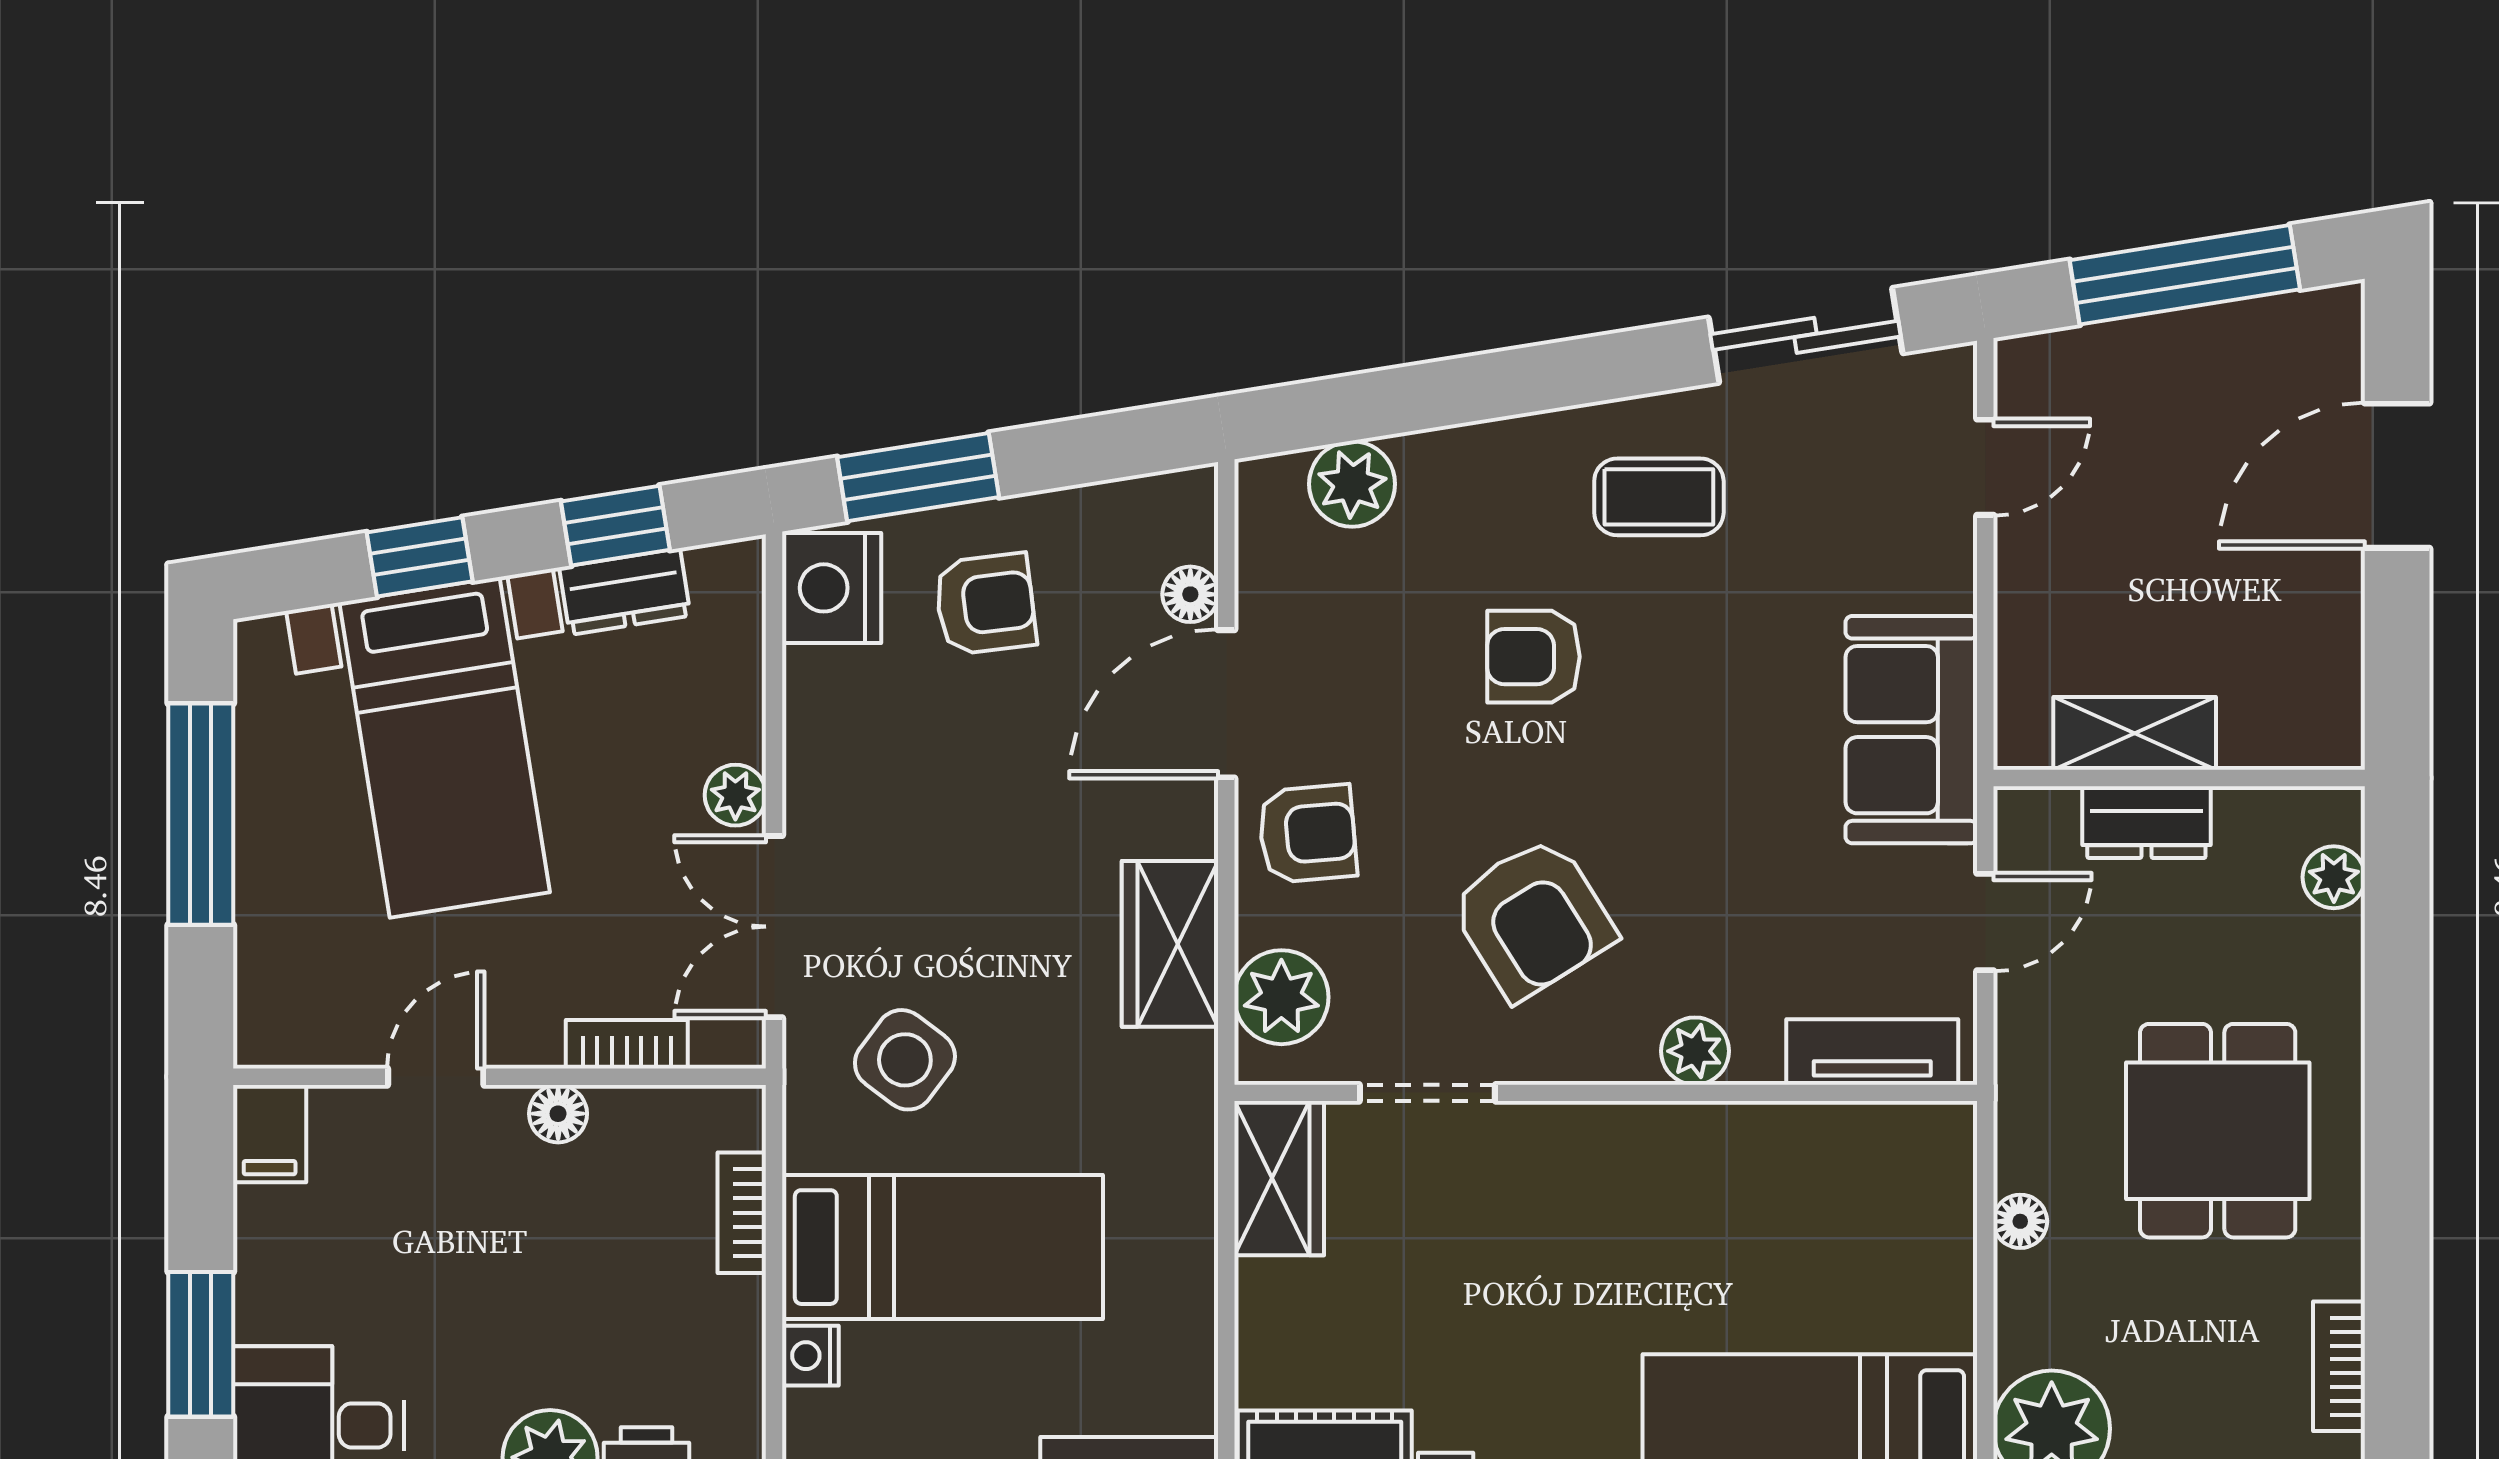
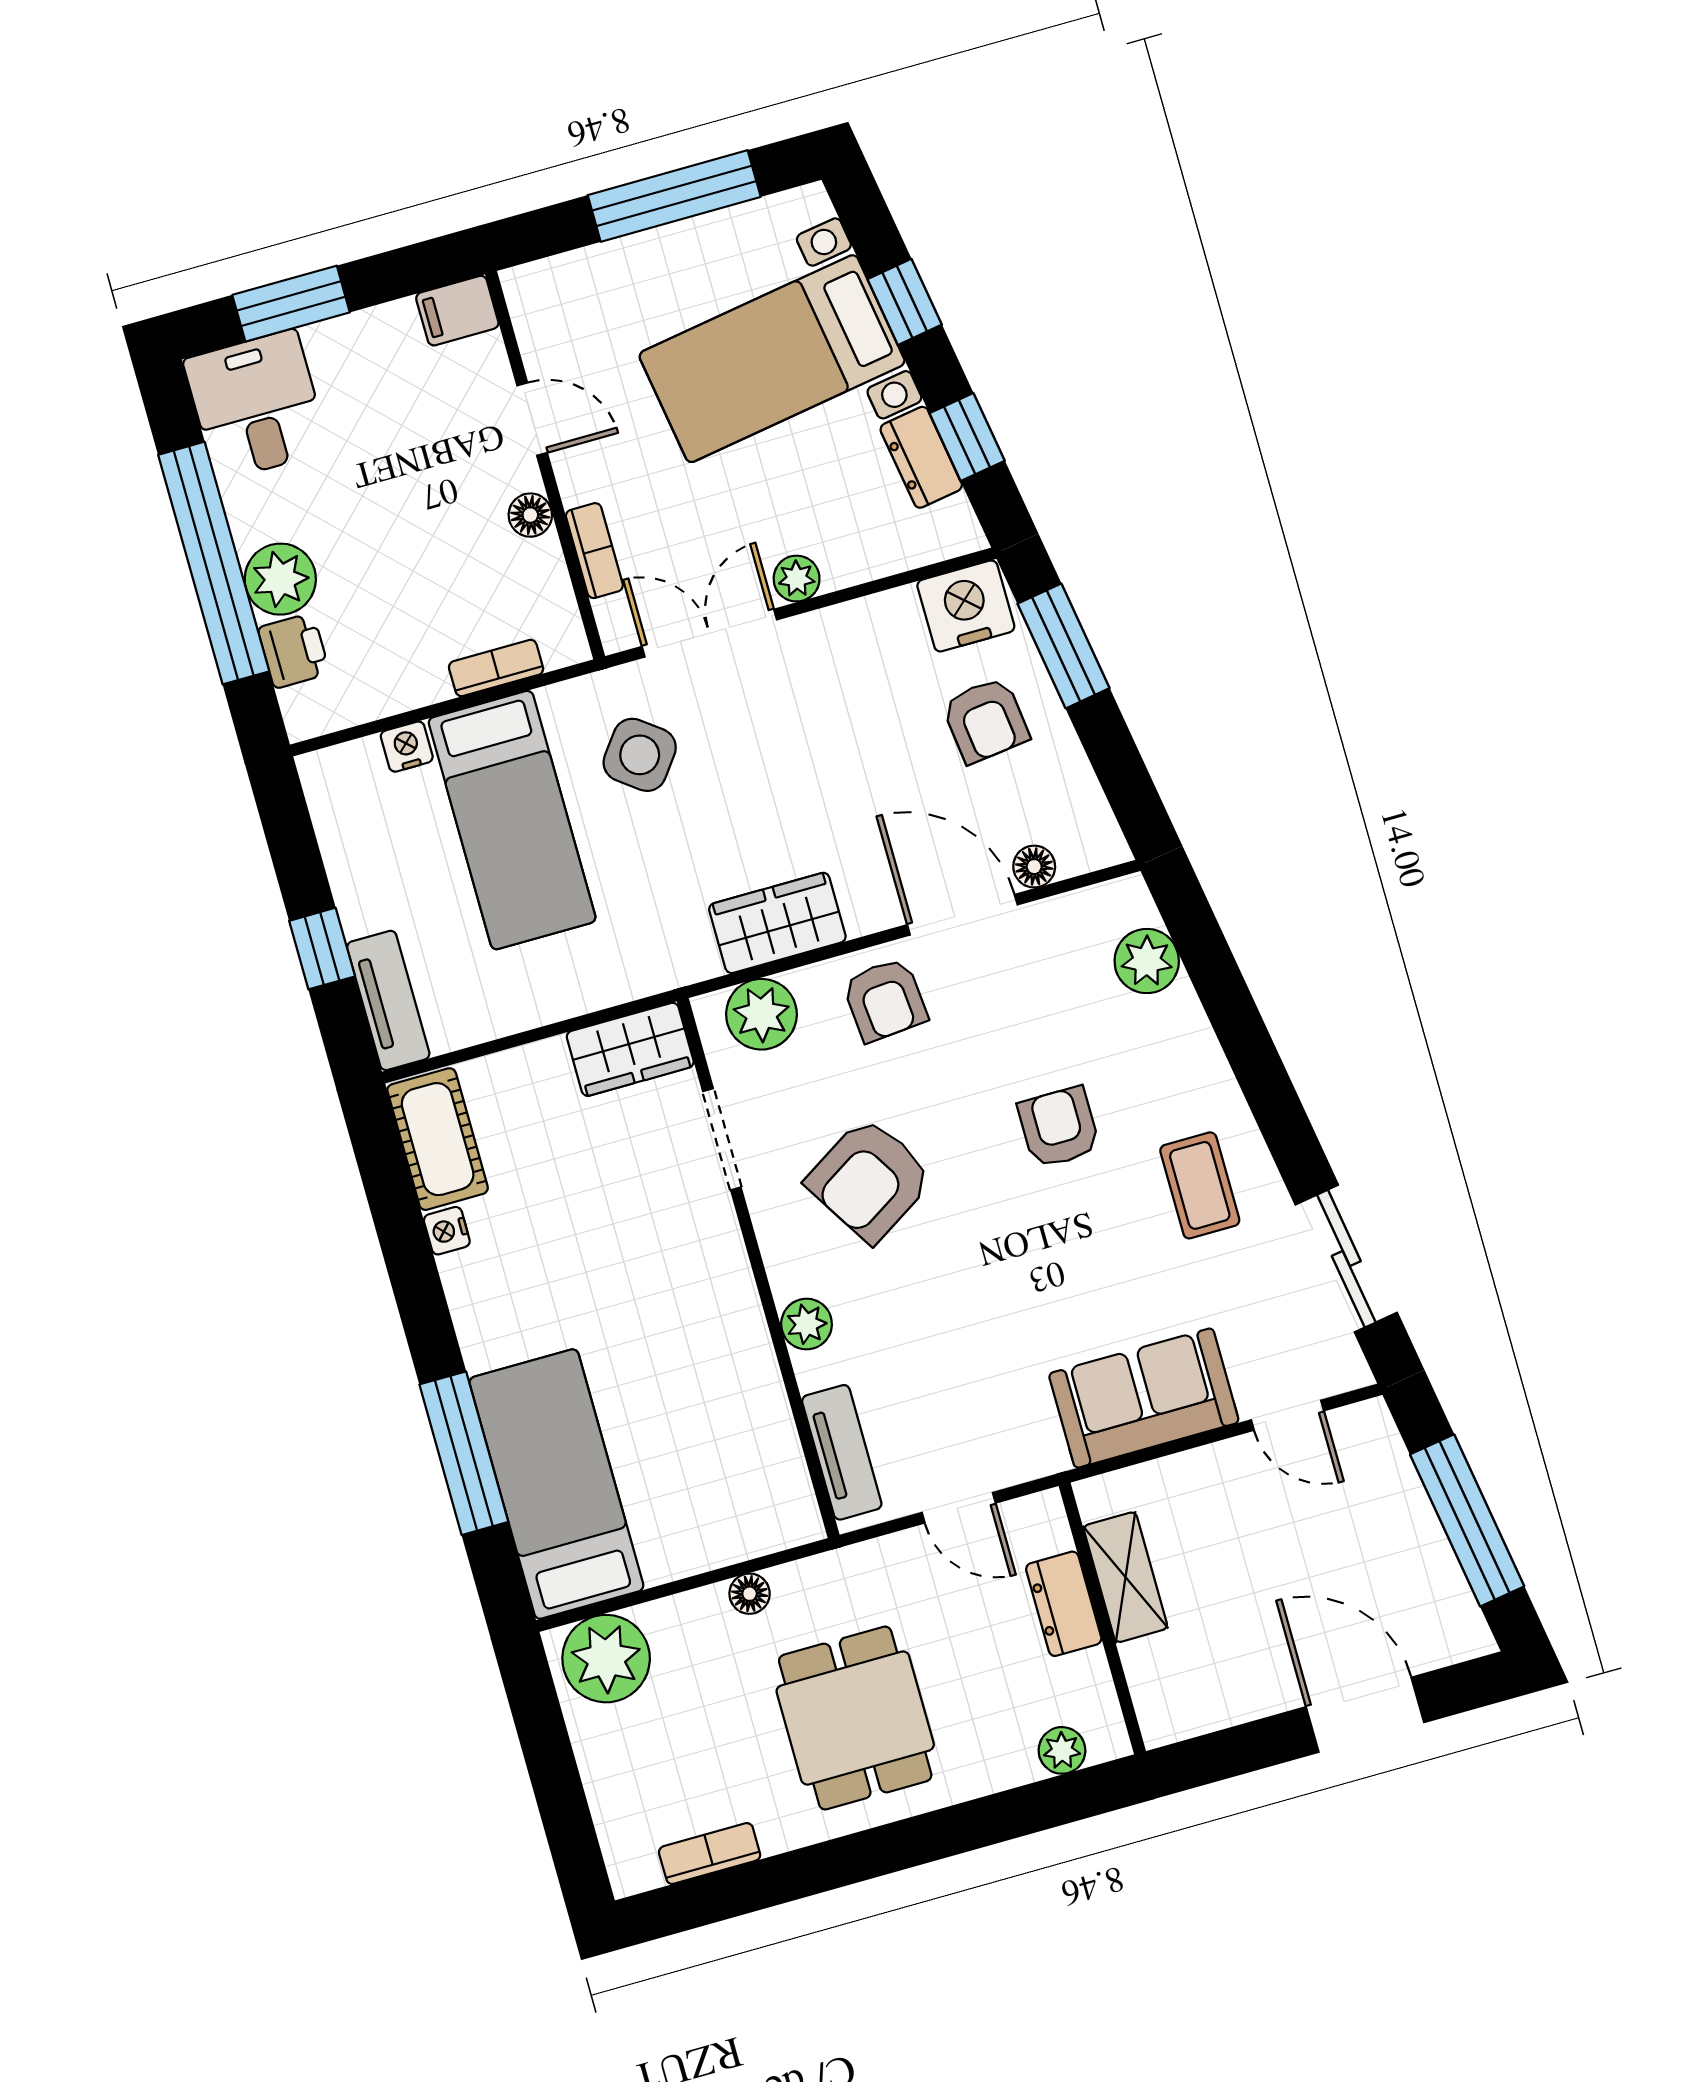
sofa: (1911, 730) -> (1144, 1398), moved
dining table: (2218, 1131) -> (855, 1718), turned 90

